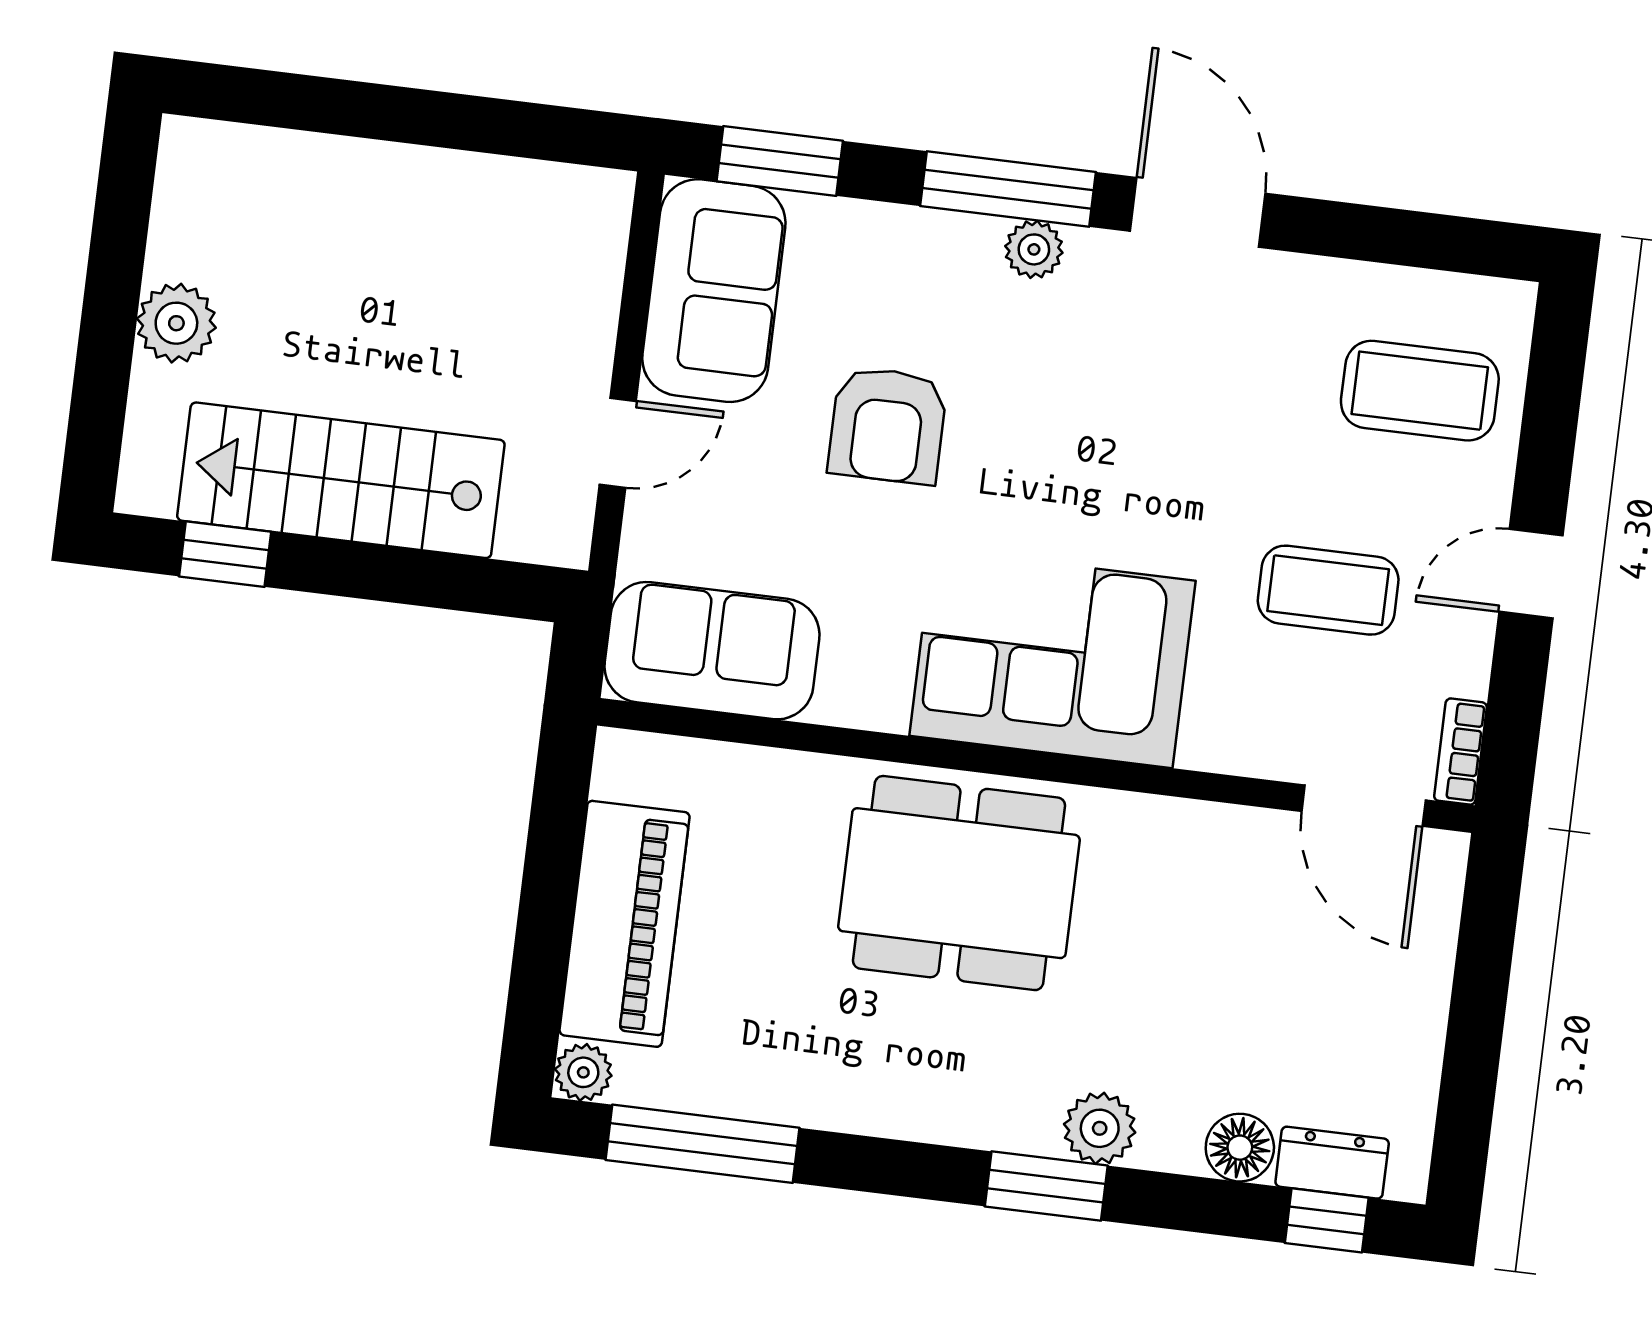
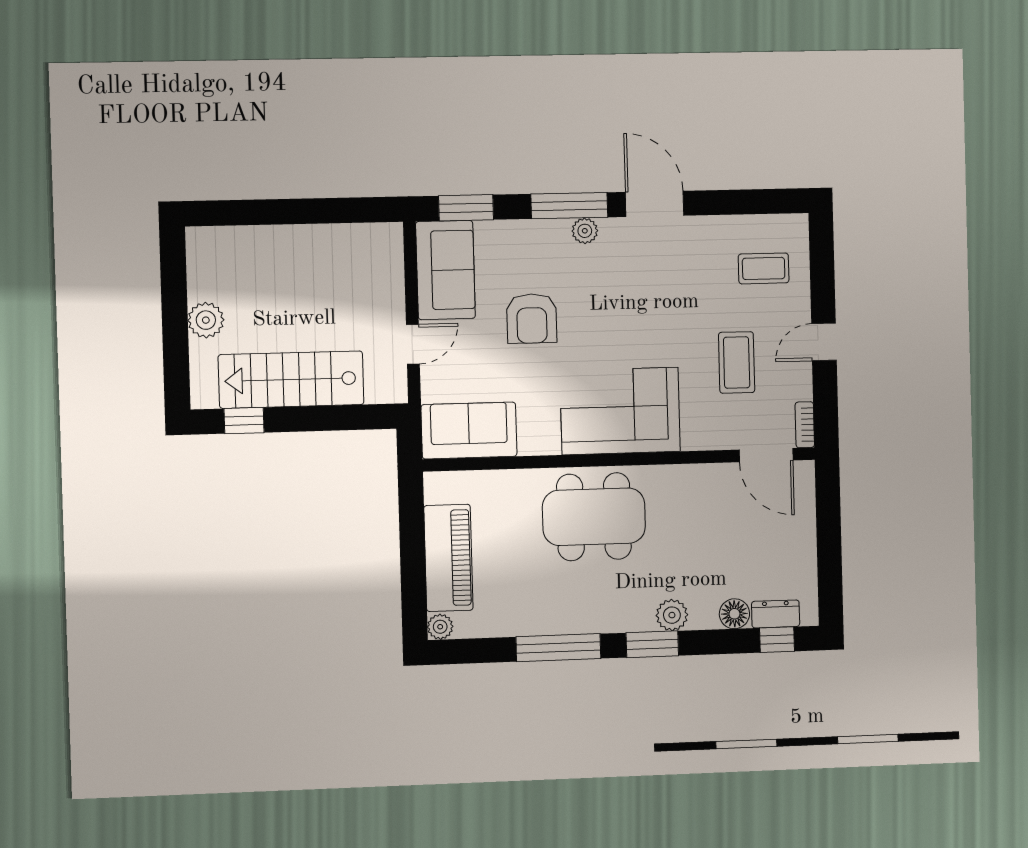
coffee table: (1420, 391) -> (764, 268), width x0.73, depth x0.77
coffee table: (1328, 590) -> (737, 362), turned 90
window: (702, 1144) -> (558, 648), moved

